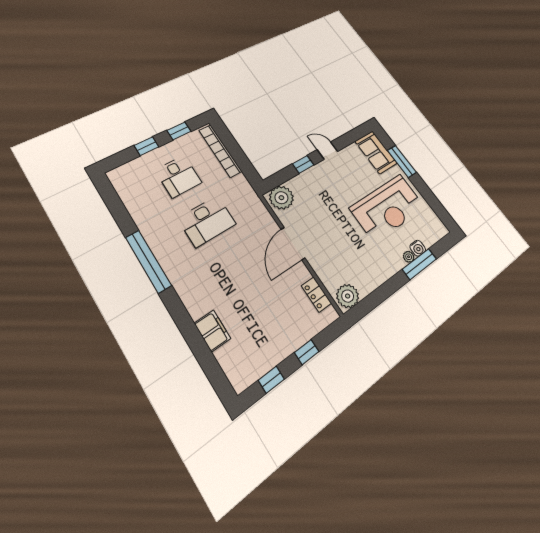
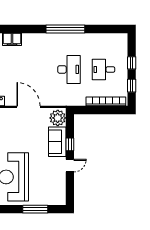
sofa: (376, 152) -> (57, 142), moved, turned -90
desk: (207, 221) -> (69, 69), turned 180

